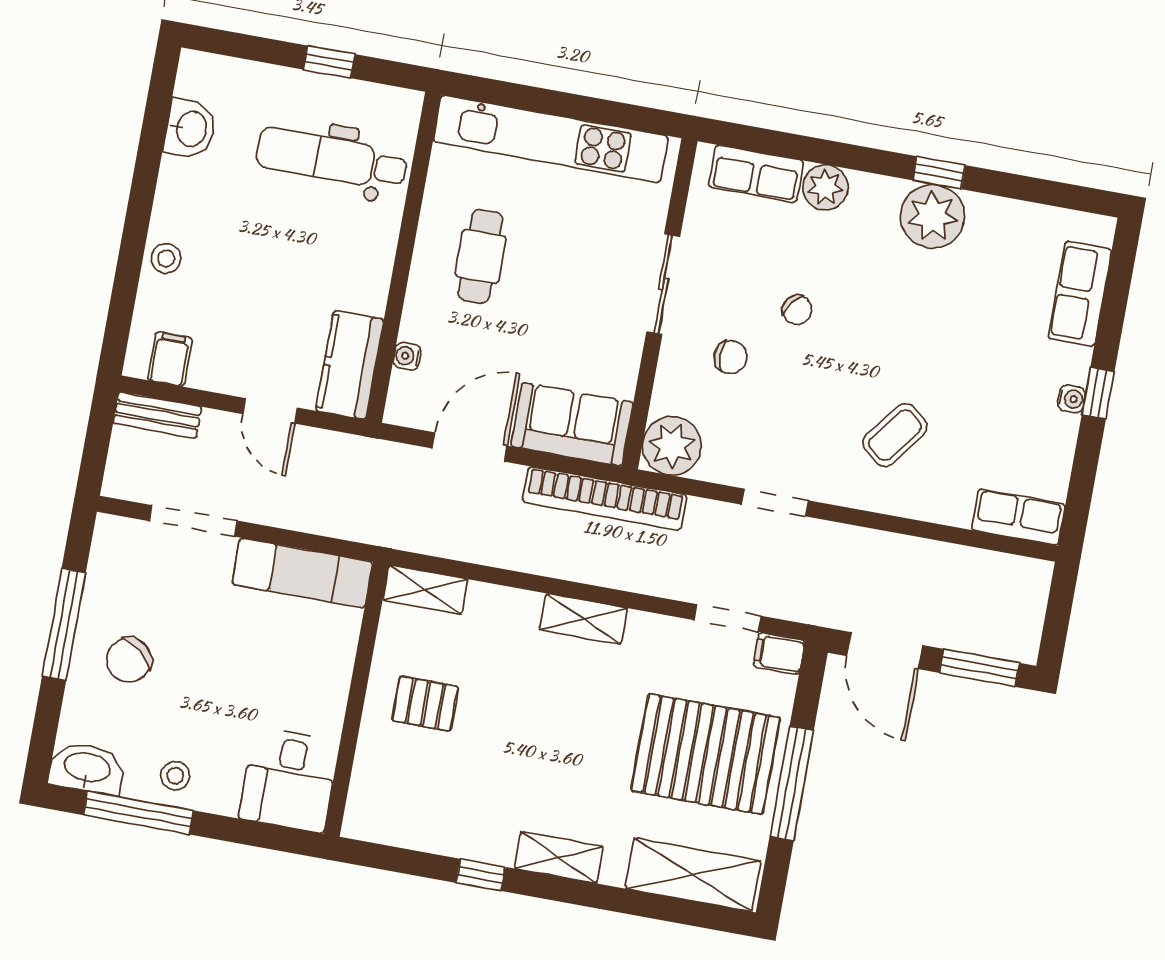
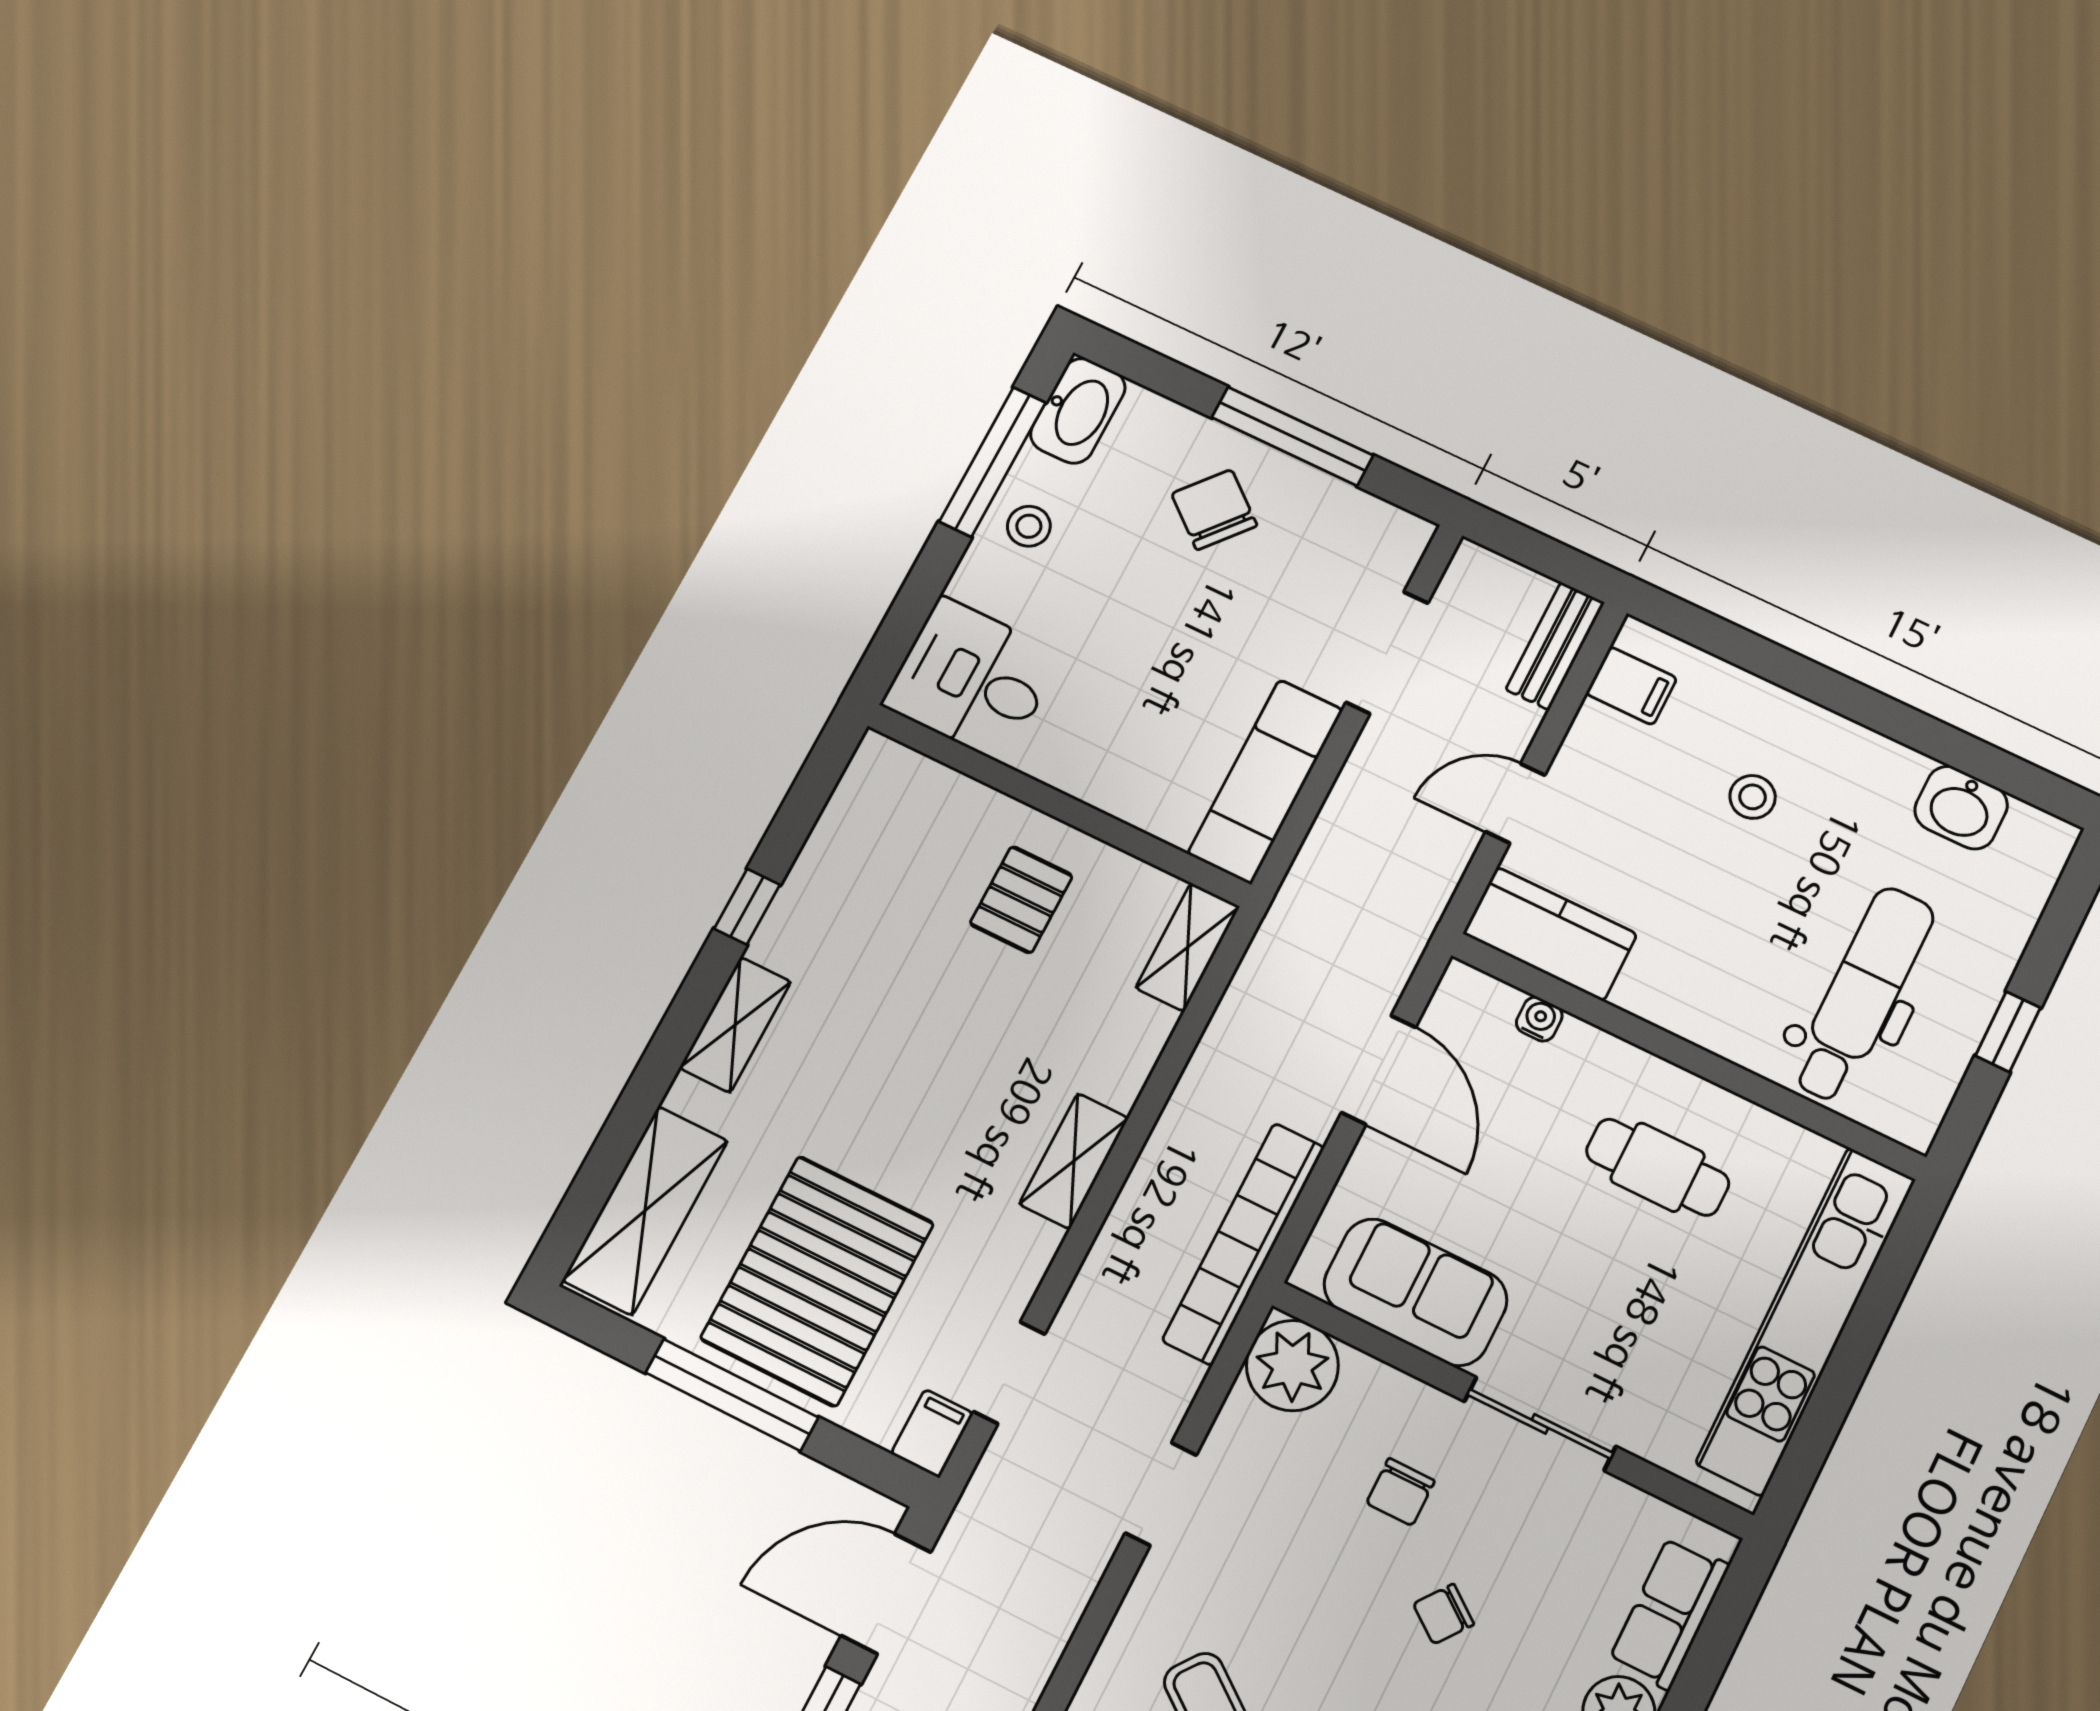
stool: (166, 258) -> (1753, 797), moved
sofa: (572, 424) -> (1415, 1292), moved, turned -90

